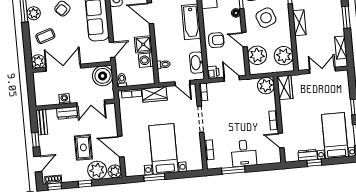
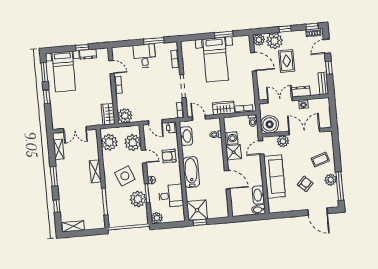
plant: (38, 61) -> (283, 141), moved
double door: (63, 68) -> (304, 132), swing flipped

